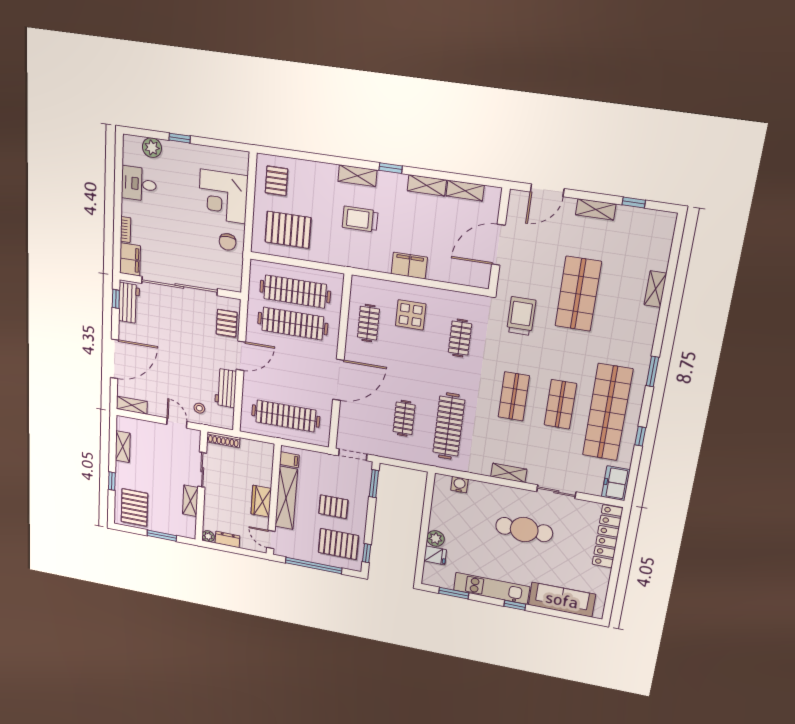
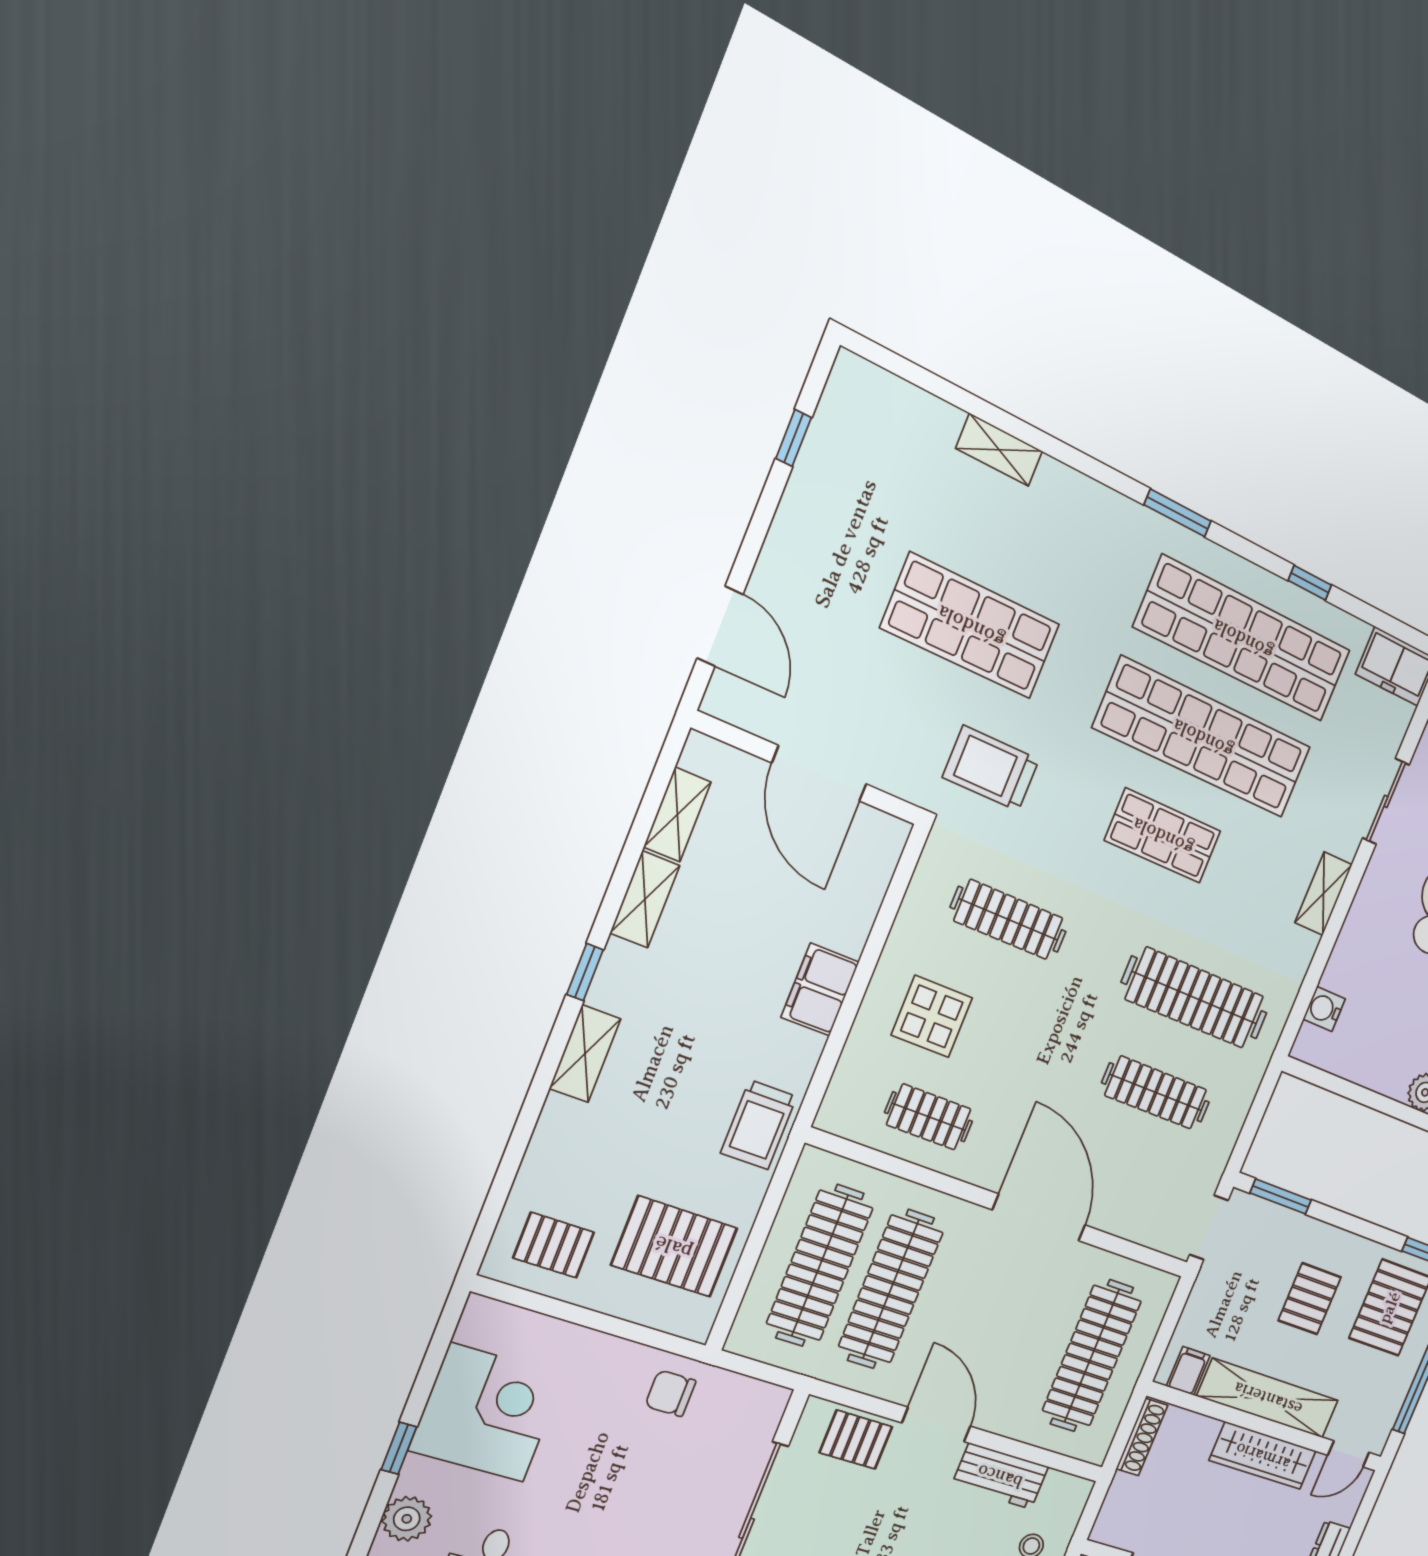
corner desk: (223, 196) -> (487, 1413), moved, turned -90
shelving: (596, 209) -> (789, 529), removed
trolley: (360, 219) -> (759, 1125), moved
pallet: (288, 230) -> (674, 1247), turned 90
chair: (228, 242) -> (670, 1393), turned 180
clothes rail: (460, 338) -> (1009, 919), width x1.36
shop shelf: (560, 404) -> (1203, 738), width x2.00, depth x1.36
clothes rail: (404, 418) -> (1156, 1093), width x1.36
shoe rack: (223, 440) -> (1142, 1437), moved
wardrobe: (261, 501) -> (1263, 1456), width x1.50

